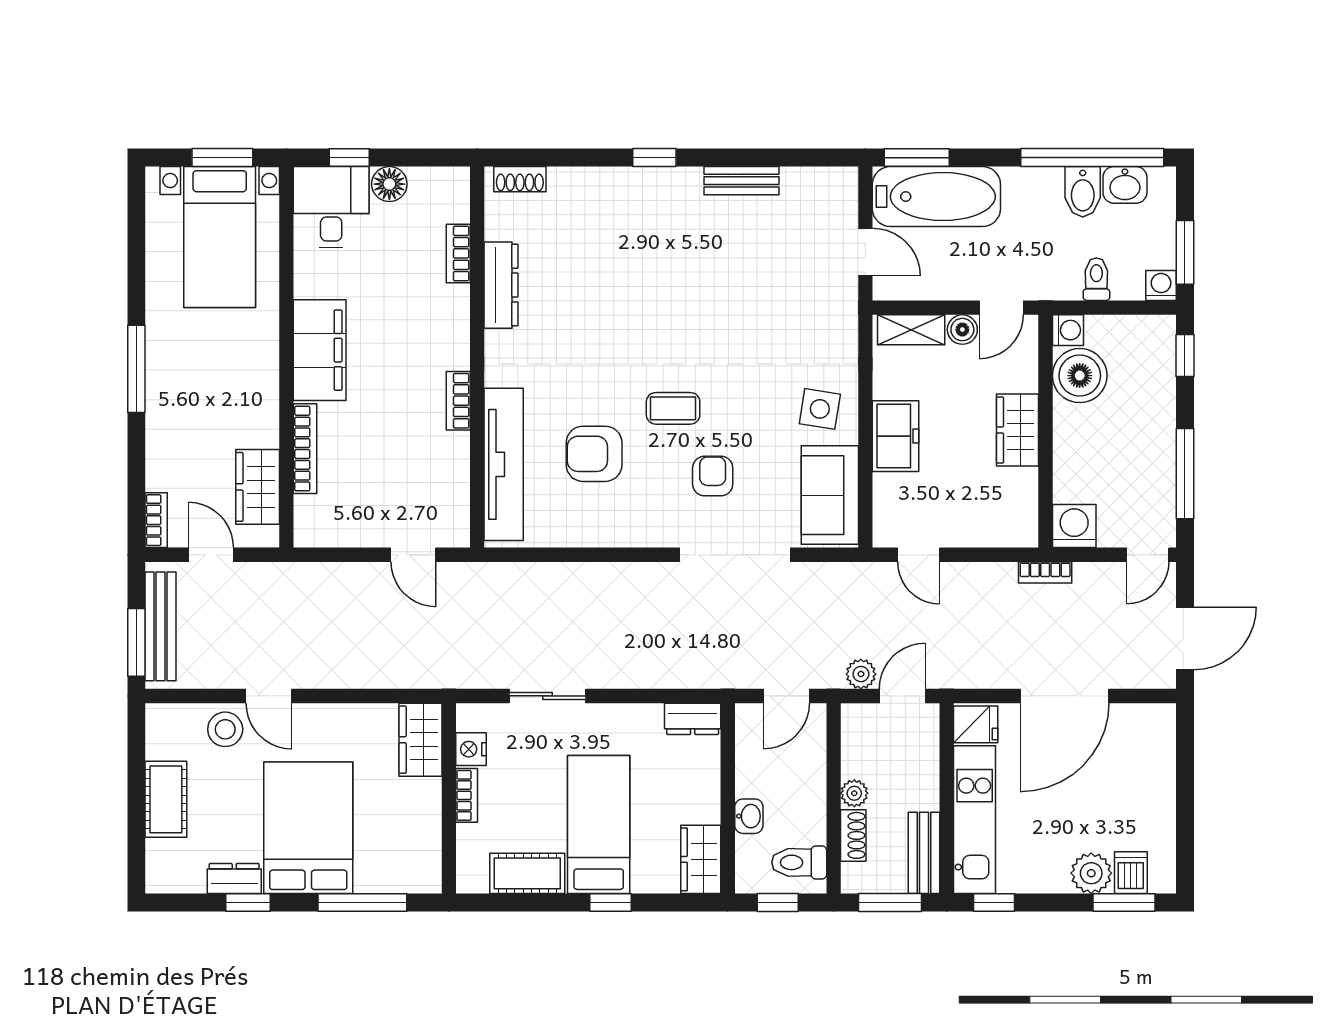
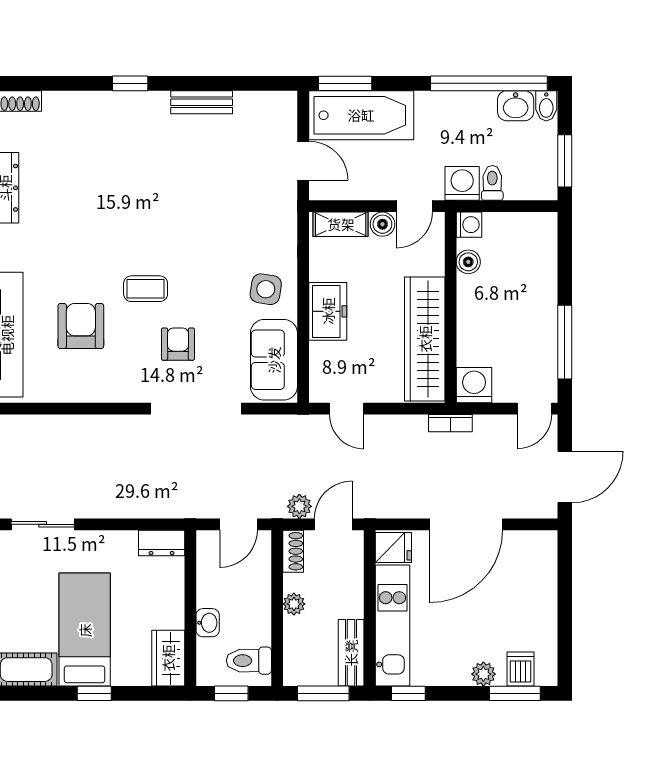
bidet: (1083, 192) -> (546, 106), moved, width x0.72, depth x0.74
washing machine: (1161, 285) -> (462, 183), moved, width x1.38, depth x1.38
window: (1185, 355) -> (565, 245), removed
boiler: (1080, 376) -> (468, 262), width x0.54, depth x0.54
wardrobe: (1018, 430) -> (425, 339), width x2.10, depth x1.17
armchair: (594, 454) -> (81, 326), turned 90
shoe rack: (853, 835) -> (293, 551), moved
plant: (1091, 873) -> (483, 674), width x0.73, depth x0.73

